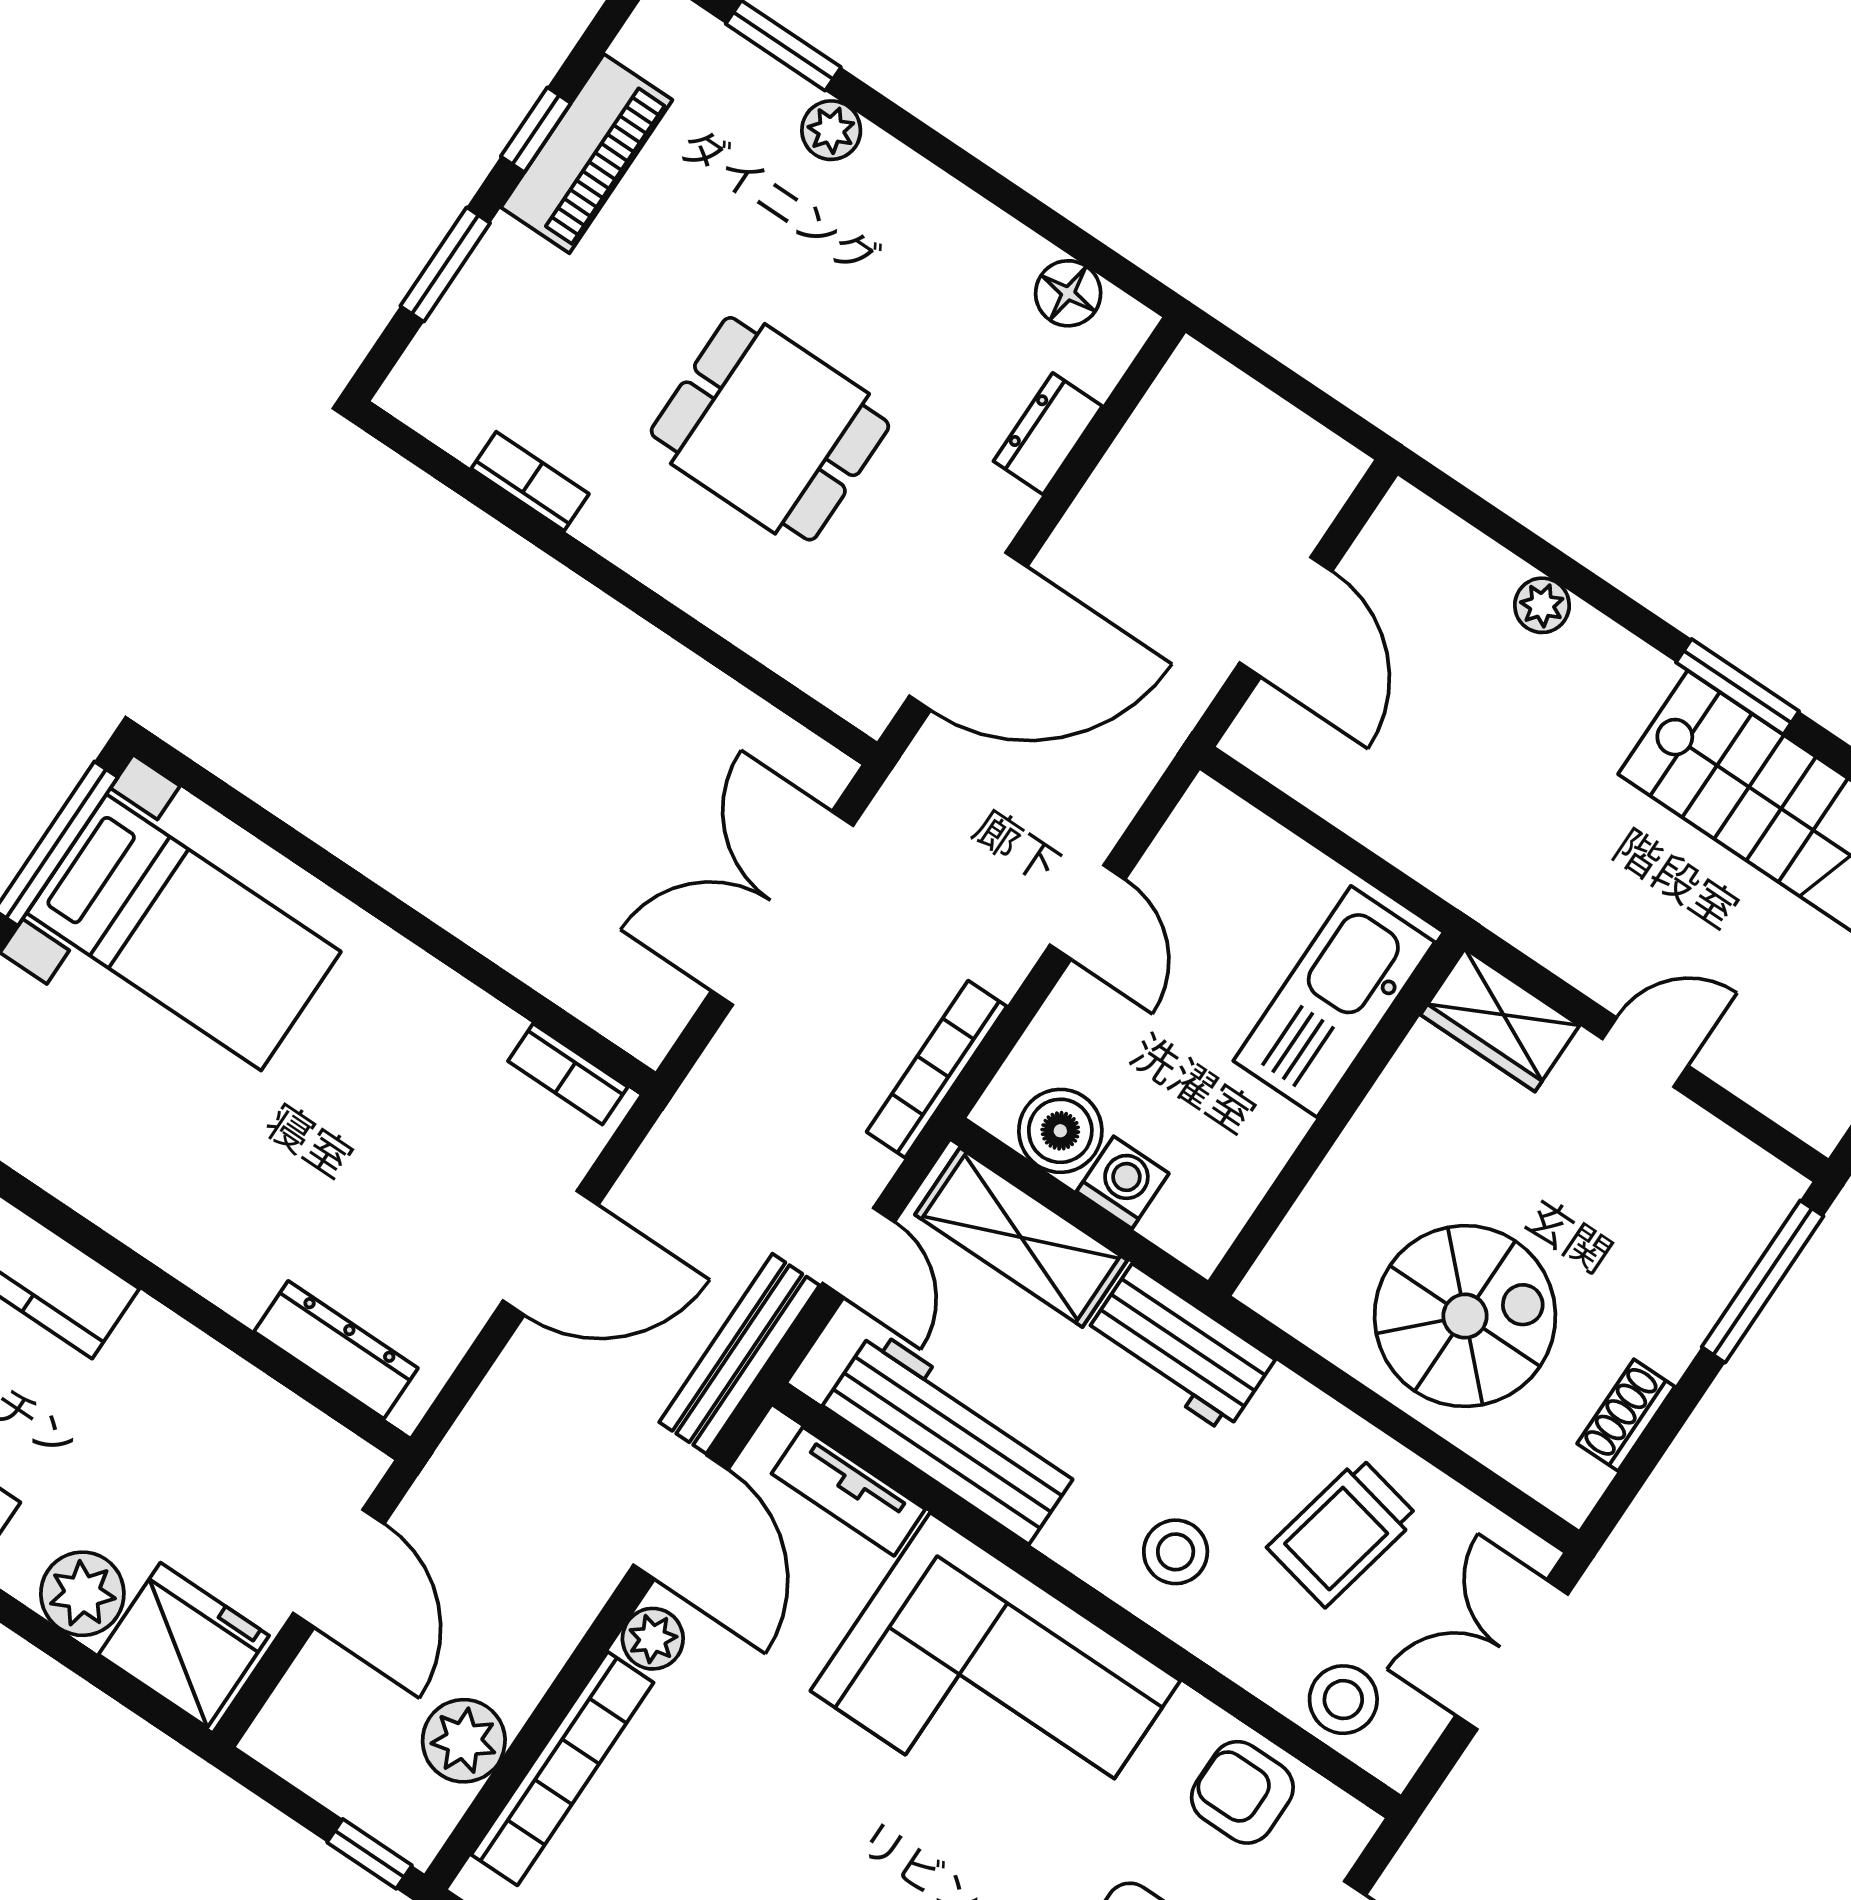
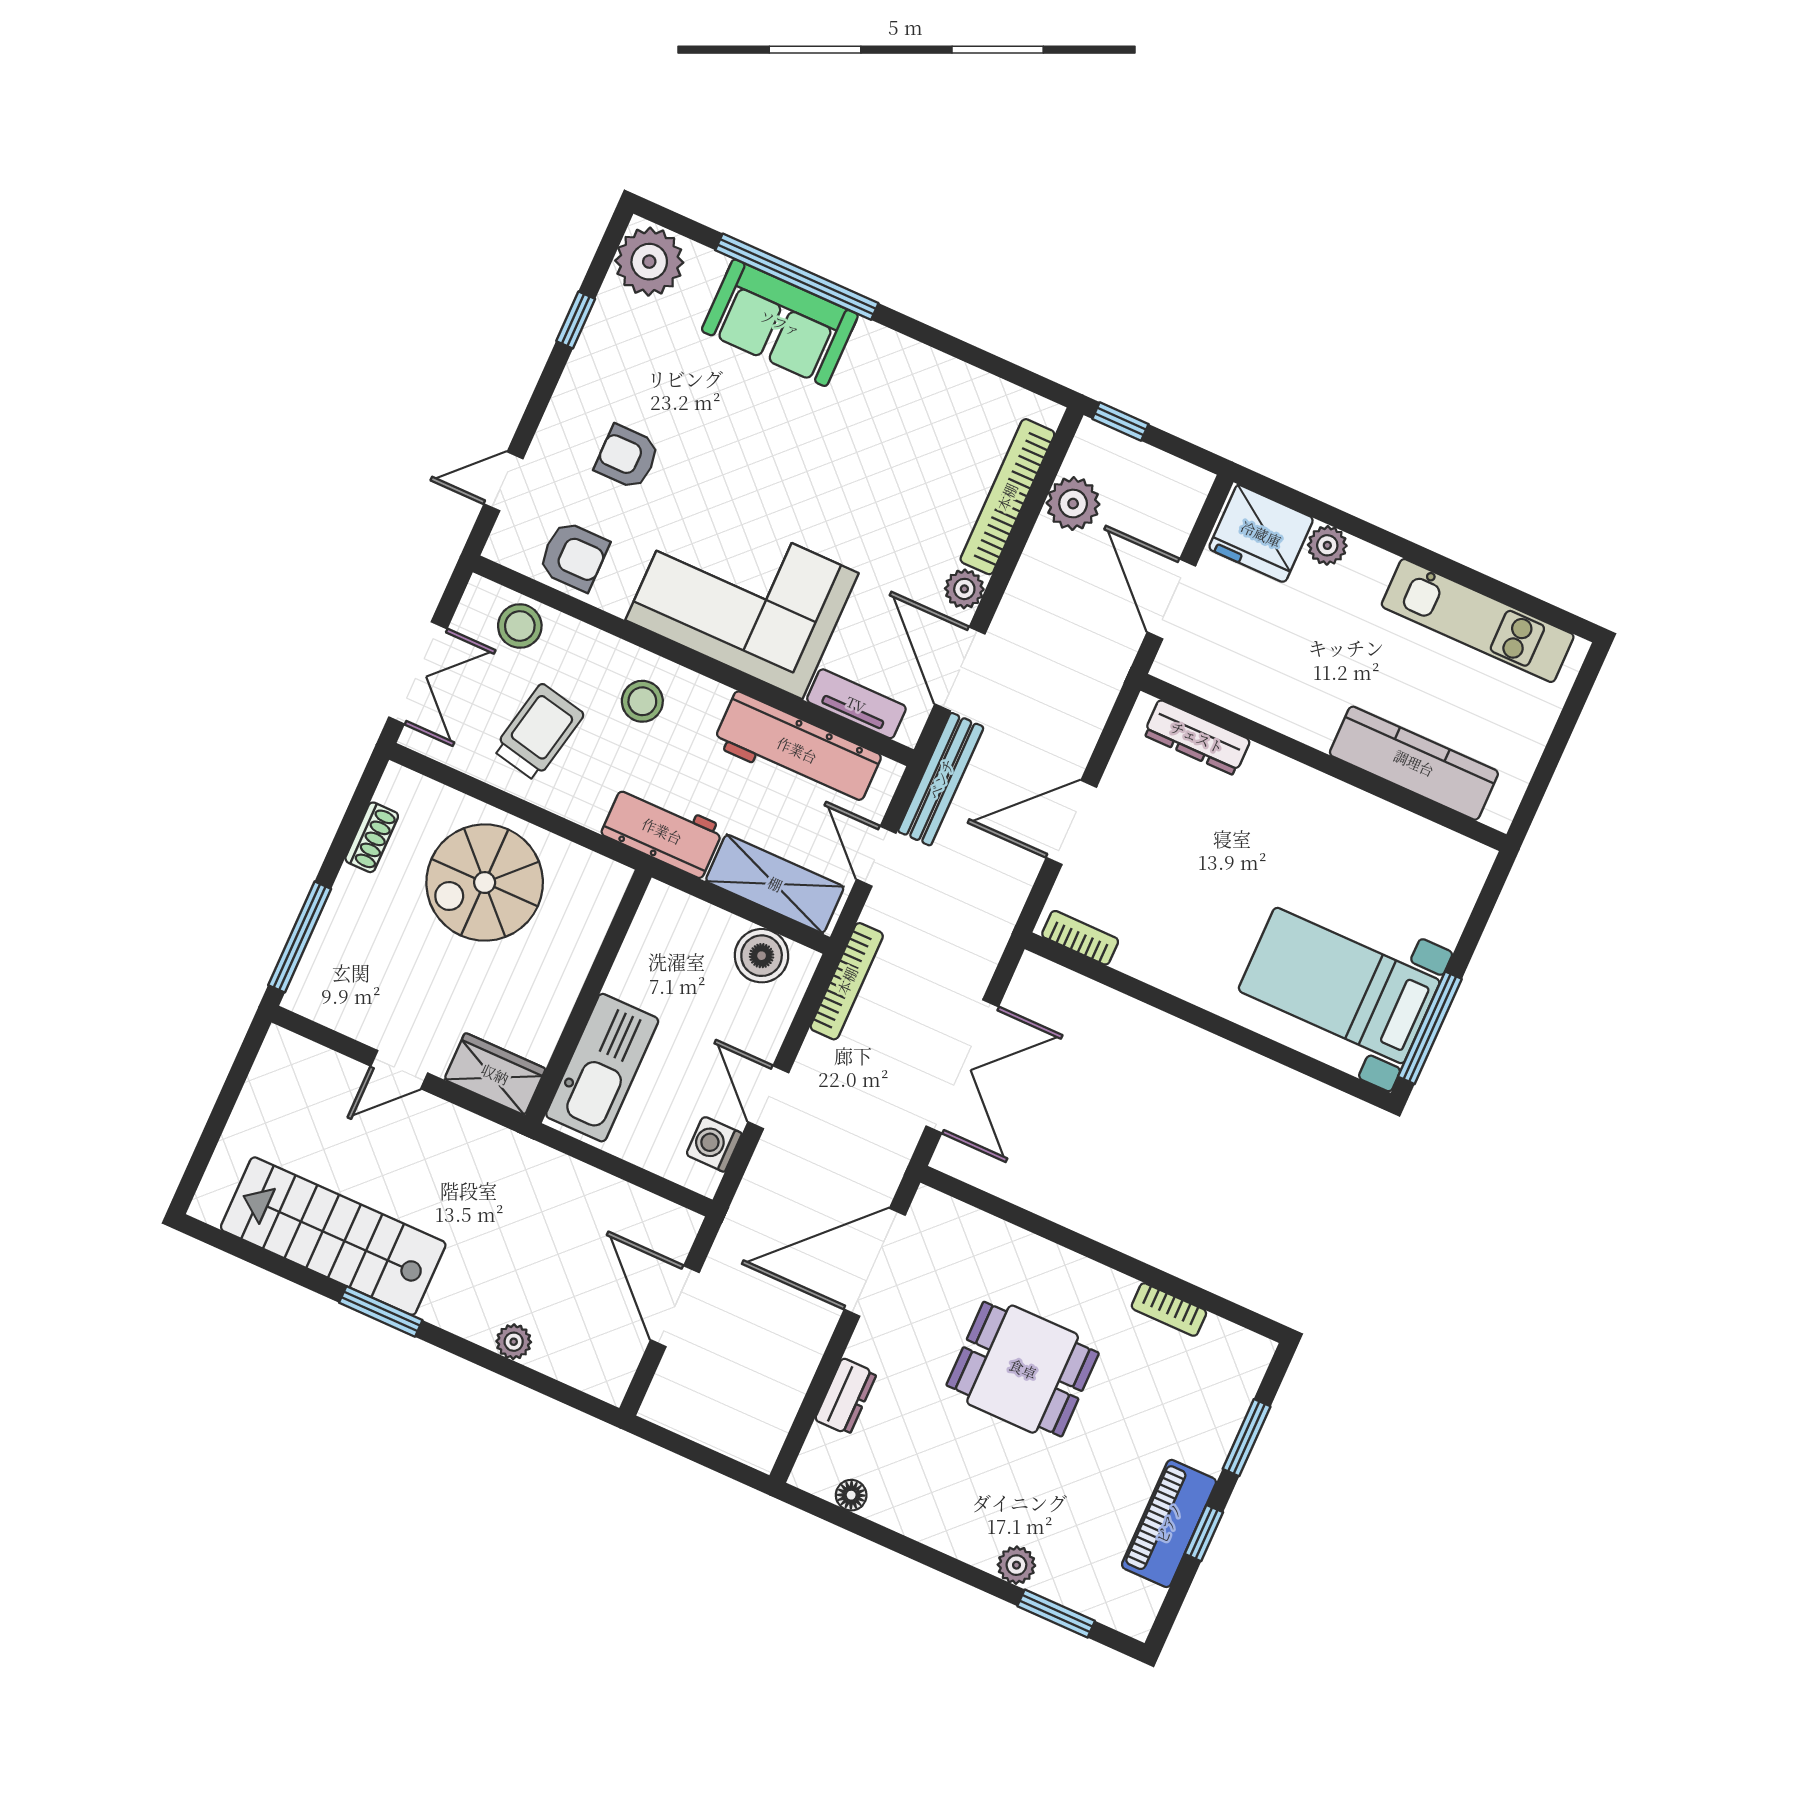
floor lamp: (1068, 293) -> (851, 1495), width x0.73, depth x0.73
washing machine: (1123, 1182) -> (714, 1144), moved, turned 90
plant: (82, 1594) -> (1327, 545), width x0.73, depth x0.73

